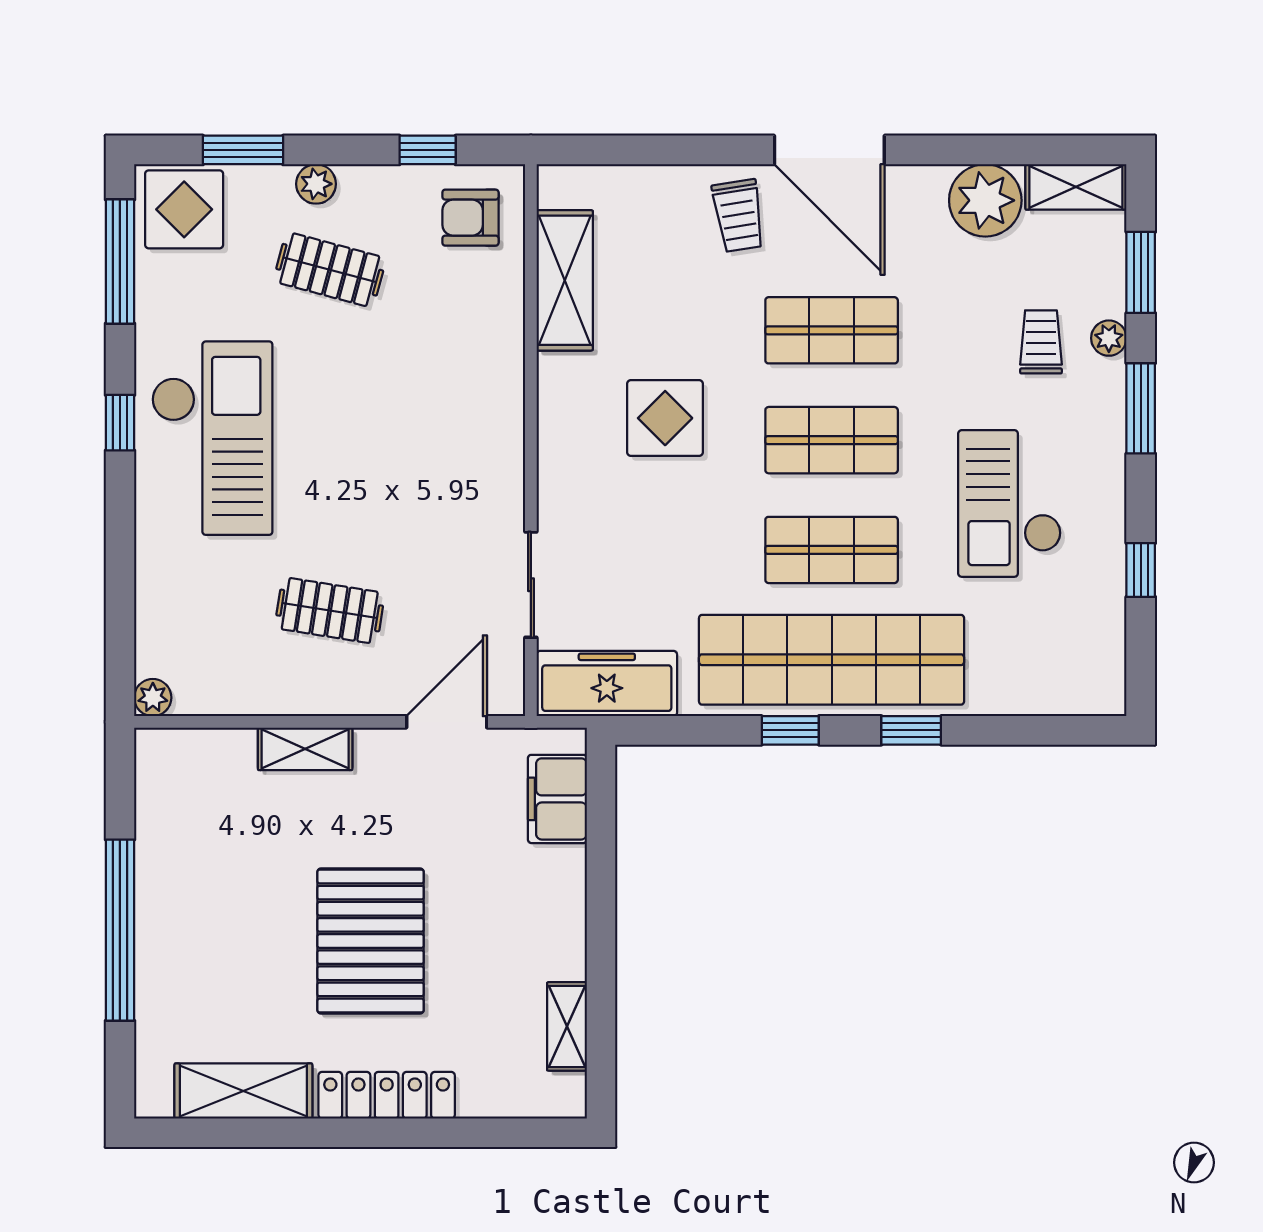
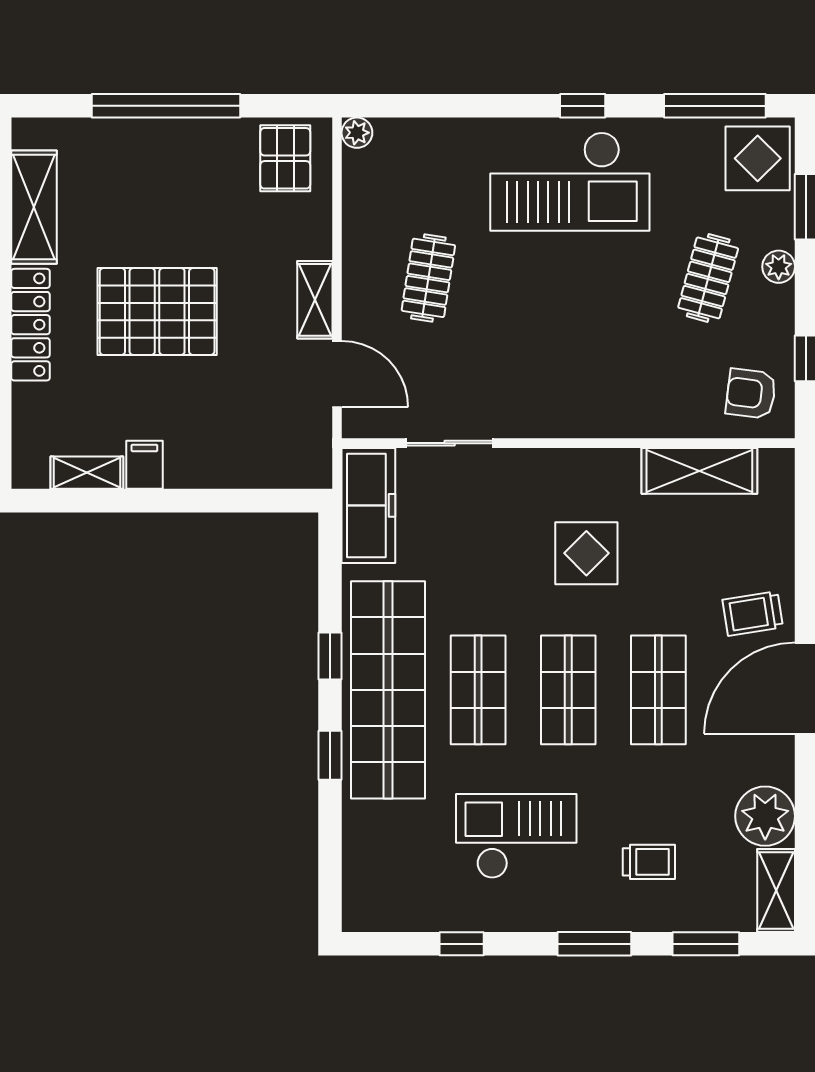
armchair: (470, 218) -> (751, 394), turned -83
plant: (1109, 338) -> (652, 918), removed
shelving: (305, 749) -> (315, 300), moved
pallet: (184, 785) -> (285, 158), added
filing cabinet: (557, 799) -> (144, 465), moved, width x0.50

